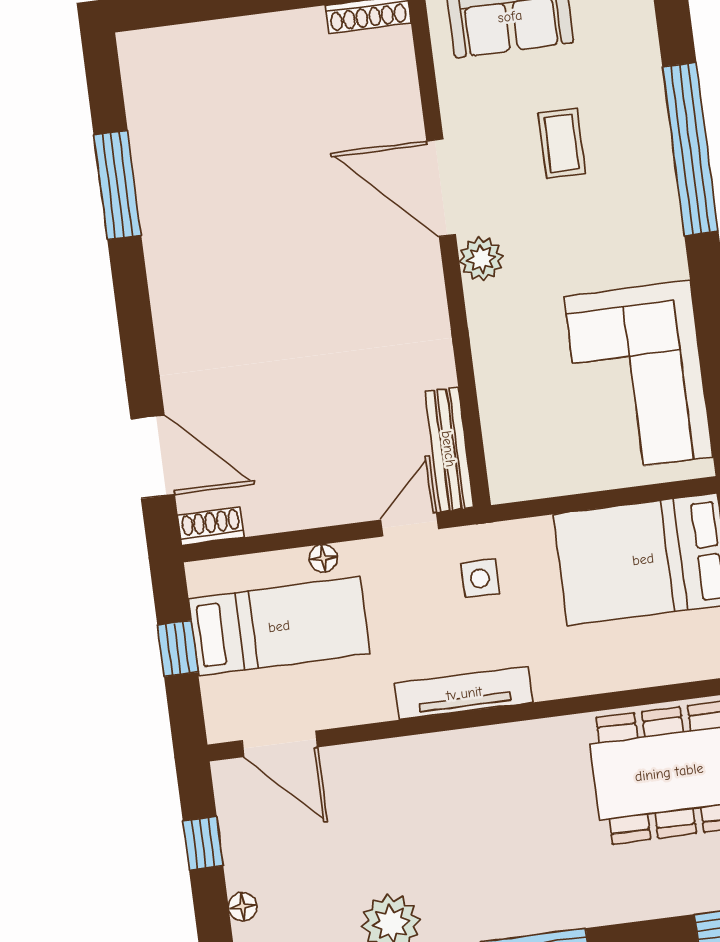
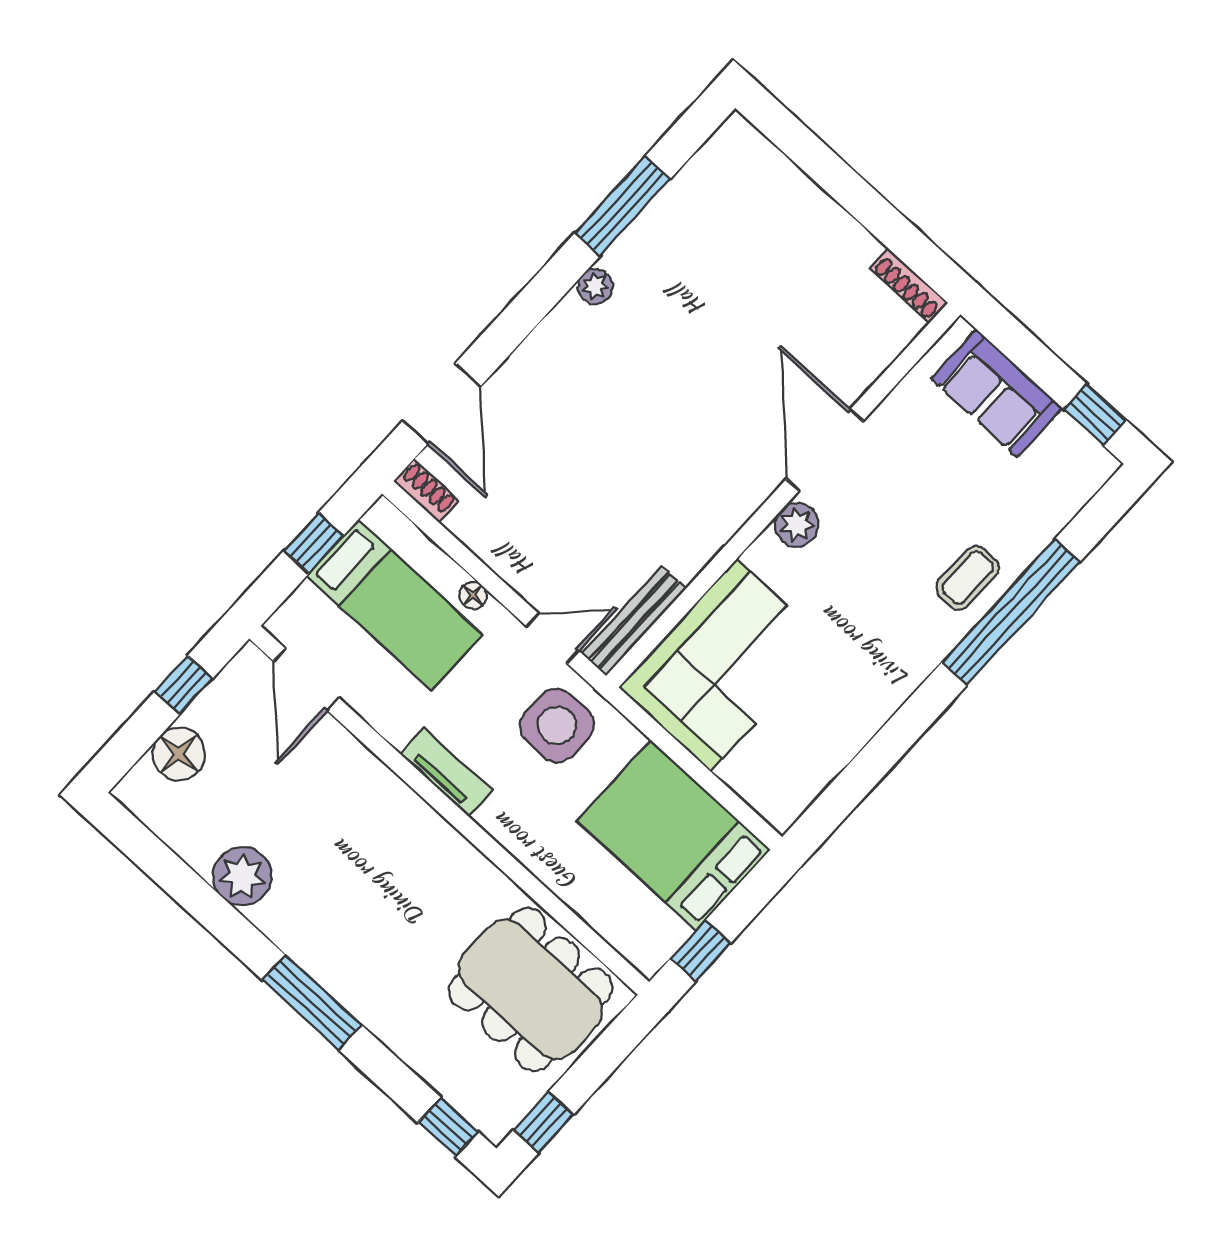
coffee table: (562, 143) -> (968, 578), moved
plant: (162, 260) -> (595, 286), added
corner sofa: (638, 377) -> (723, 665), moved, turned 180
side table: (480, 578) -> (557, 725), width x1.87, depth x1.87
tv unit: (464, 693) -> (447, 772), width x0.71
floor lamp: (243, 907) -> (179, 754), width x1.89, depth x1.89

